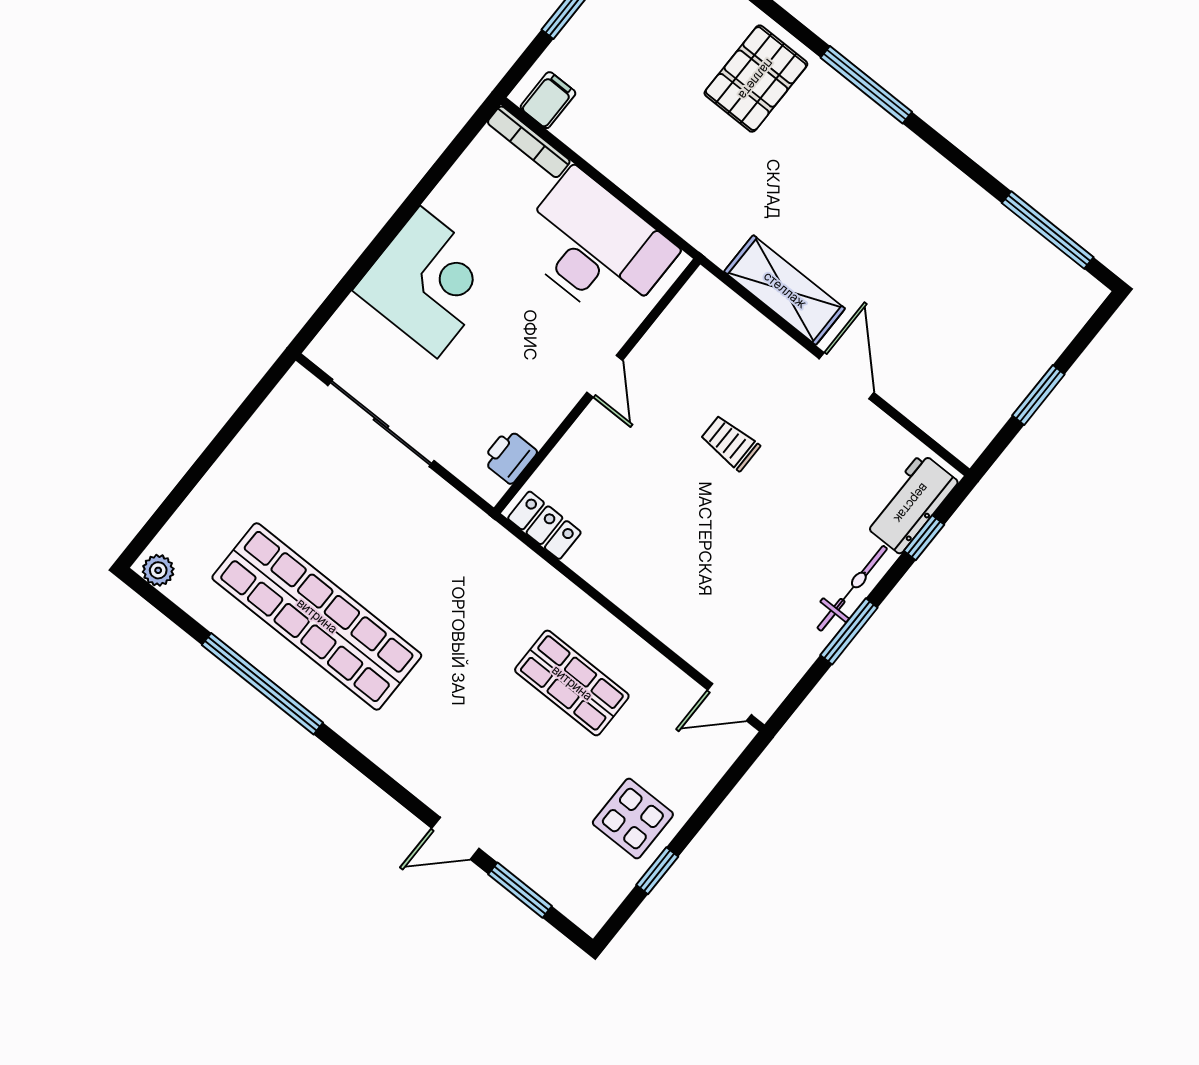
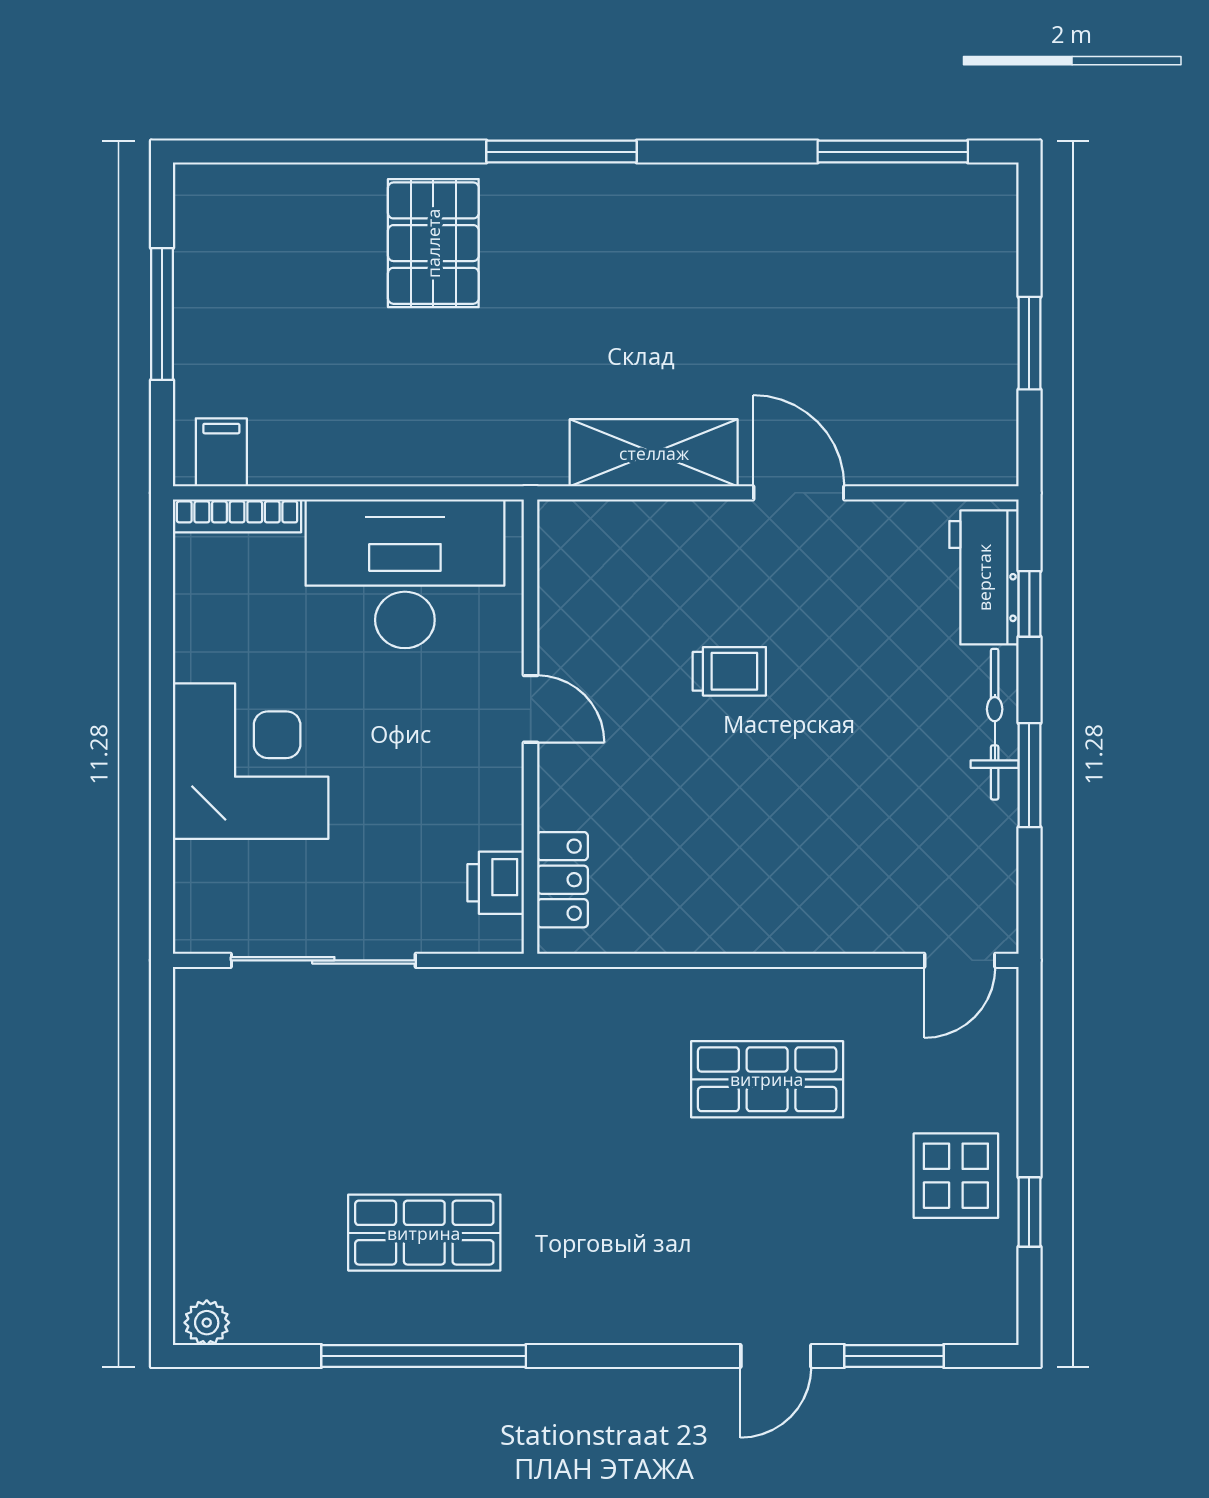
trolley: (730, 443) -> (729, 671), turned 180
locker: (544, 525) -> (562, 880), moved, turned 90
shop shelf: (317, 616) -> (424, 1233), width x0.50, depth x0.74

